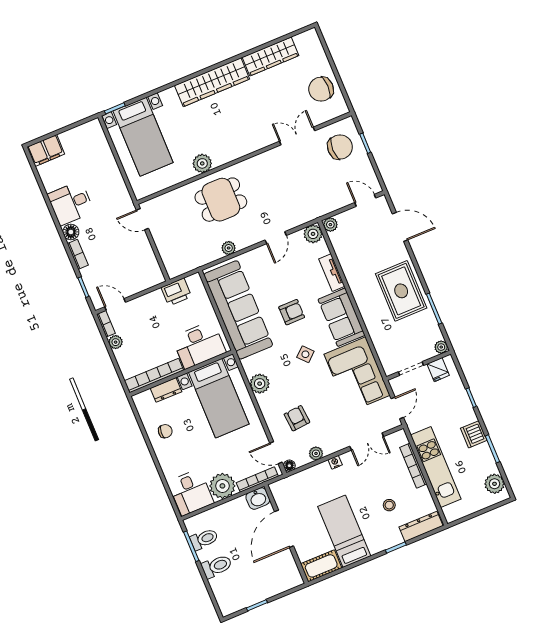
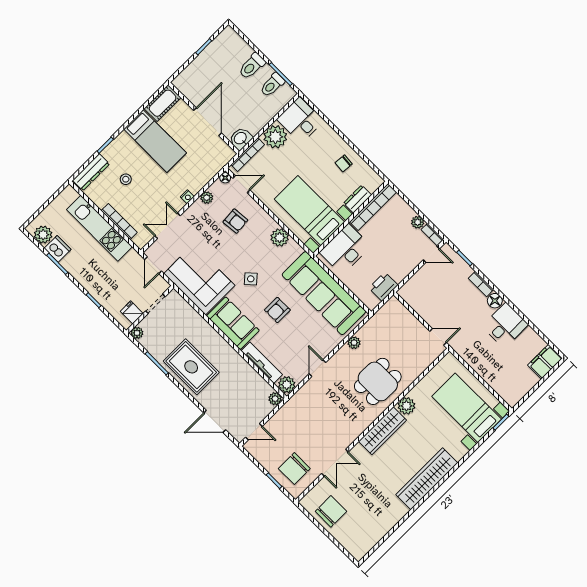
wardrobe: (270, 56) -> (383, 431), moved, turned 180
tv unit: (332, 273) -> (262, 363), width x1.41
dishwasher: (474, 434) -> (58, 249), moved

